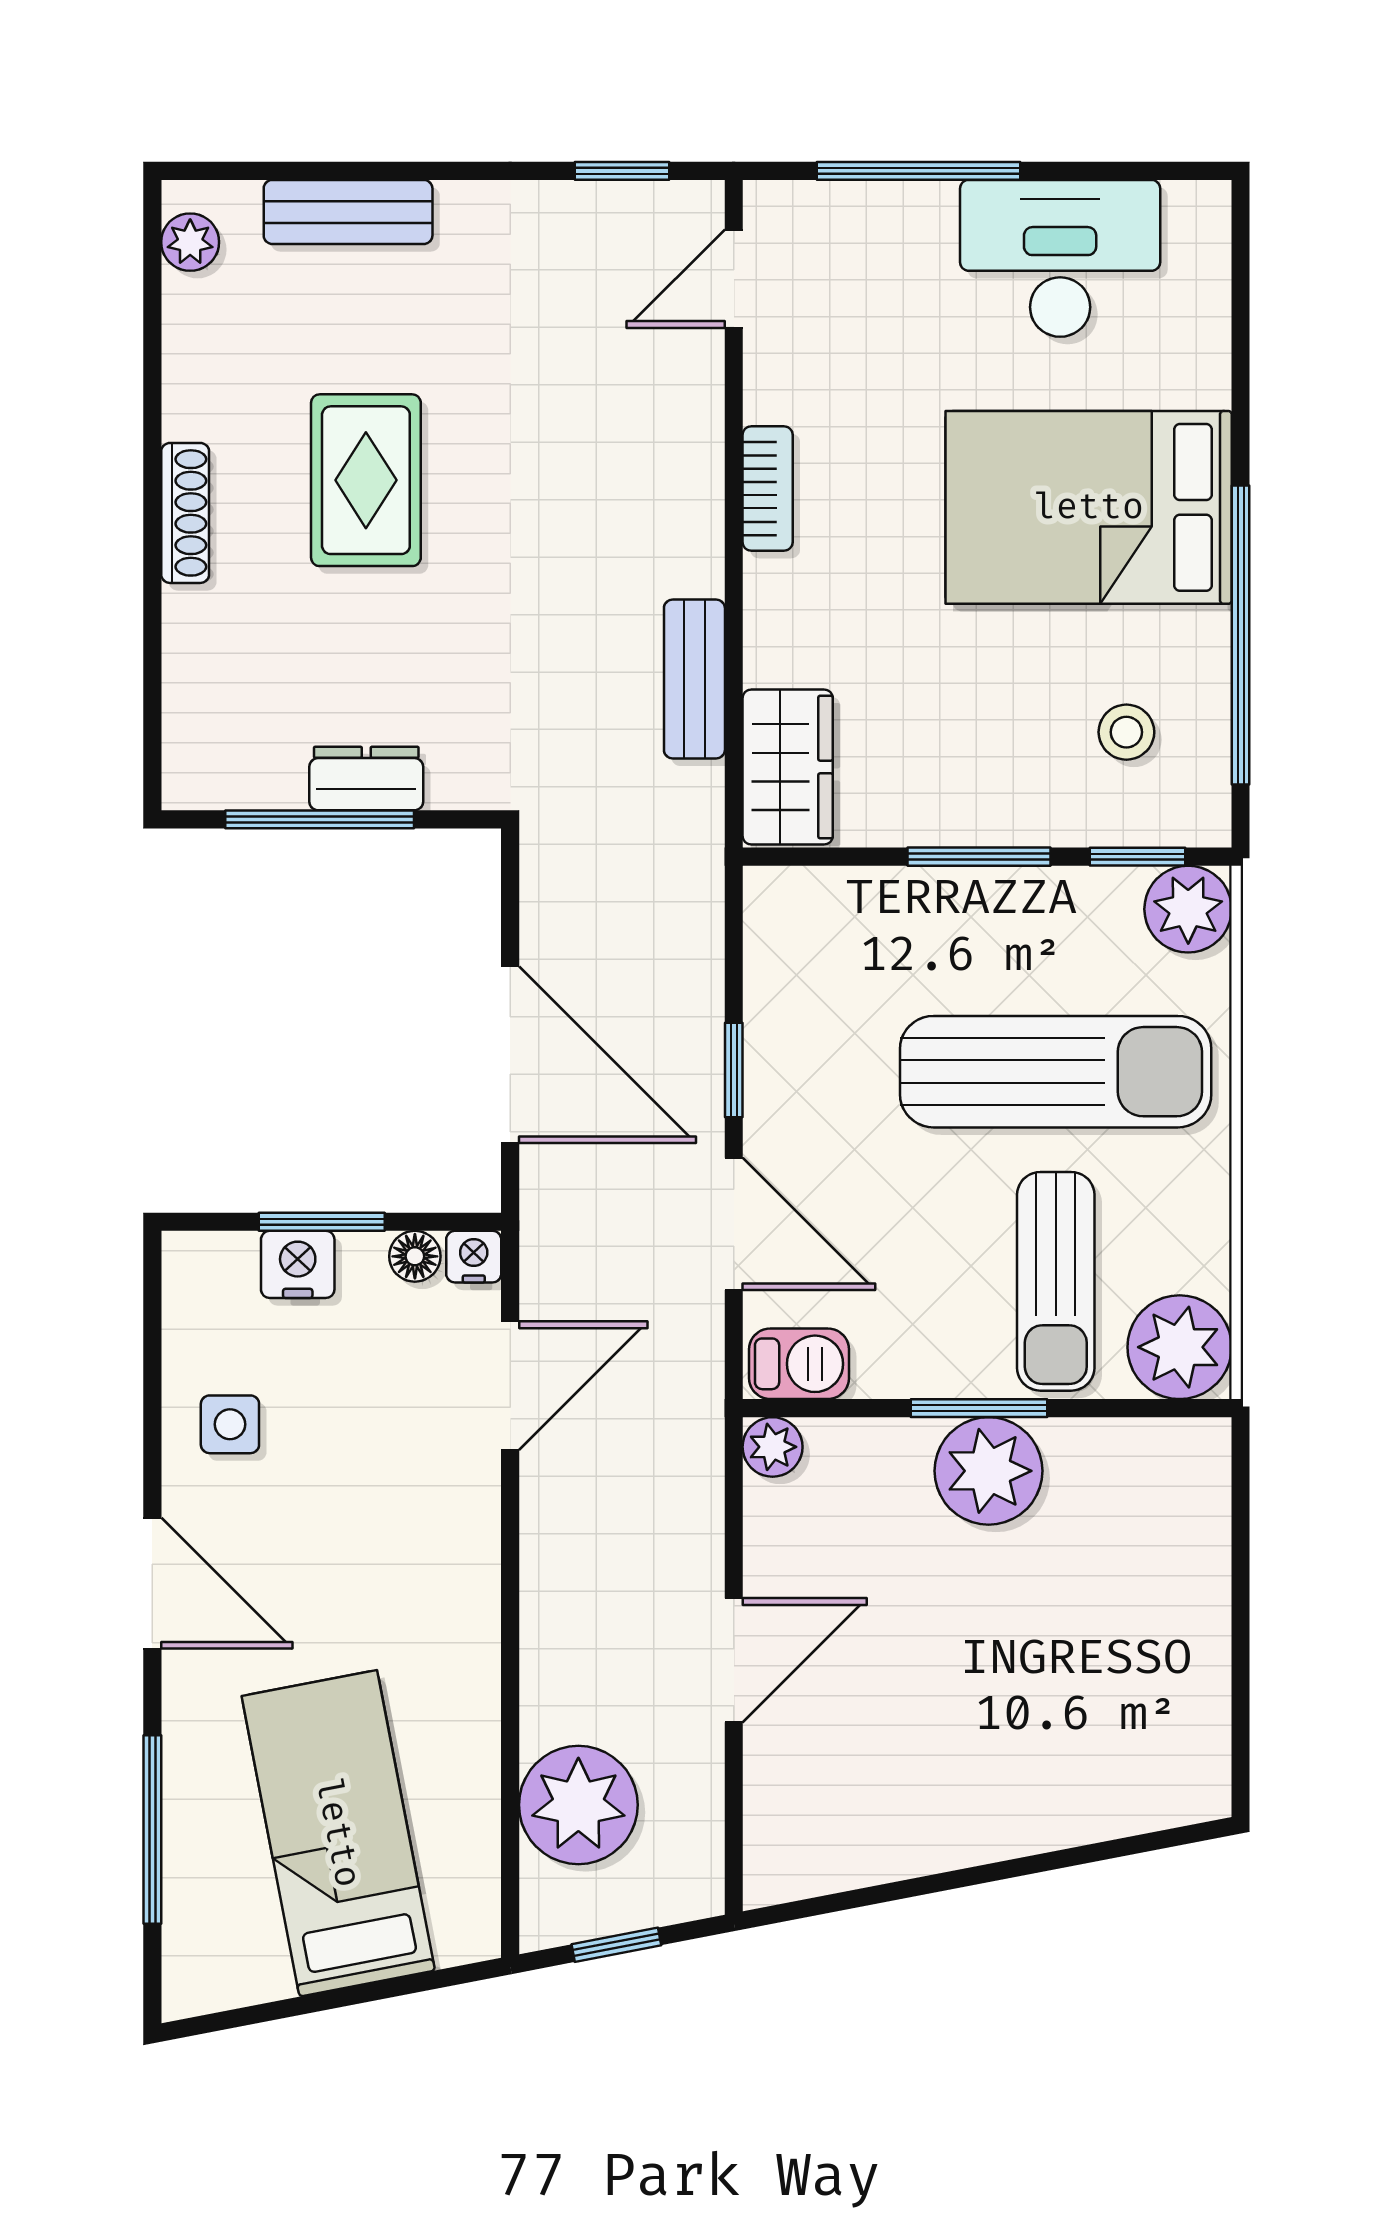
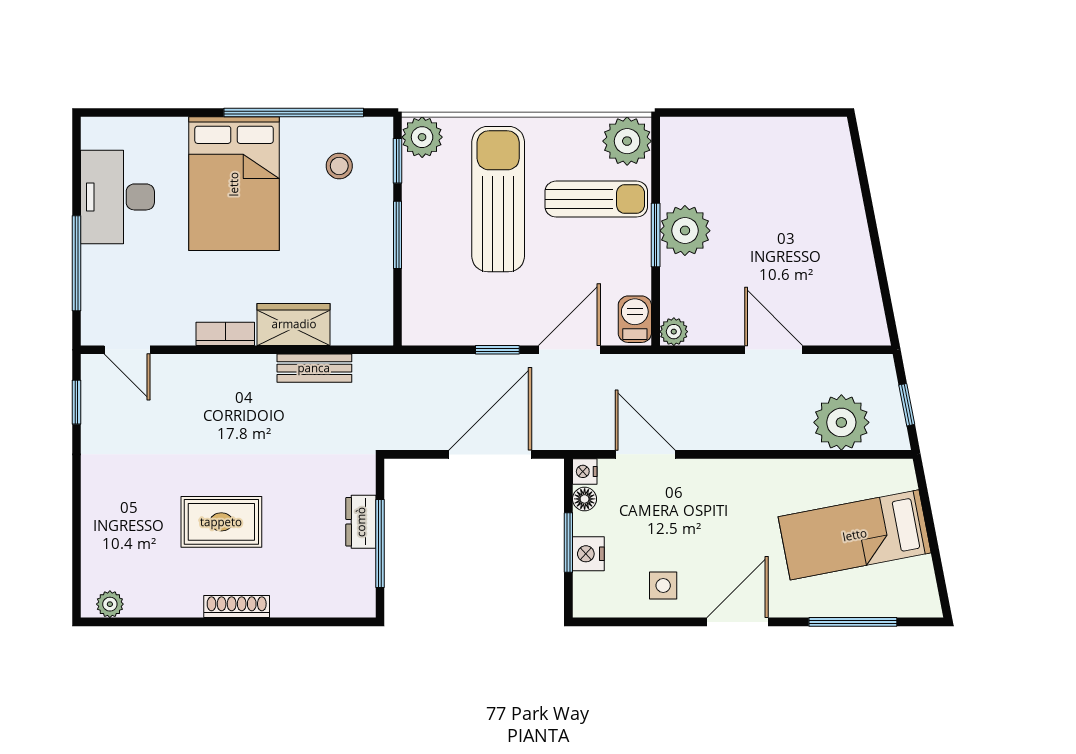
bench: (348, 212) -> (96, 530), removed
wardrobe: (788, 767) -> (294, 324), moved

